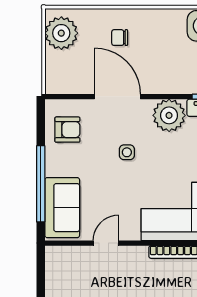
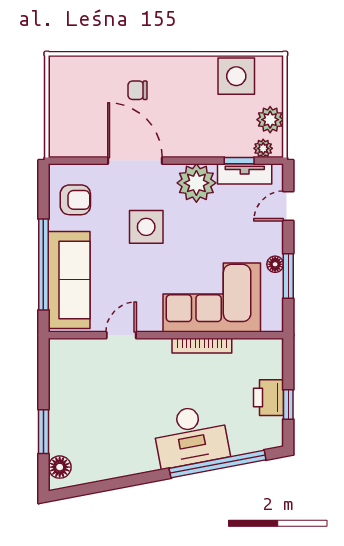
plant: (61, 33) -> (68, 85), removed
side table: (127, 152) -> (146, 227), width x1.87, depth x1.87
sofa: (62, 208) -> (69, 280), width x1.36

